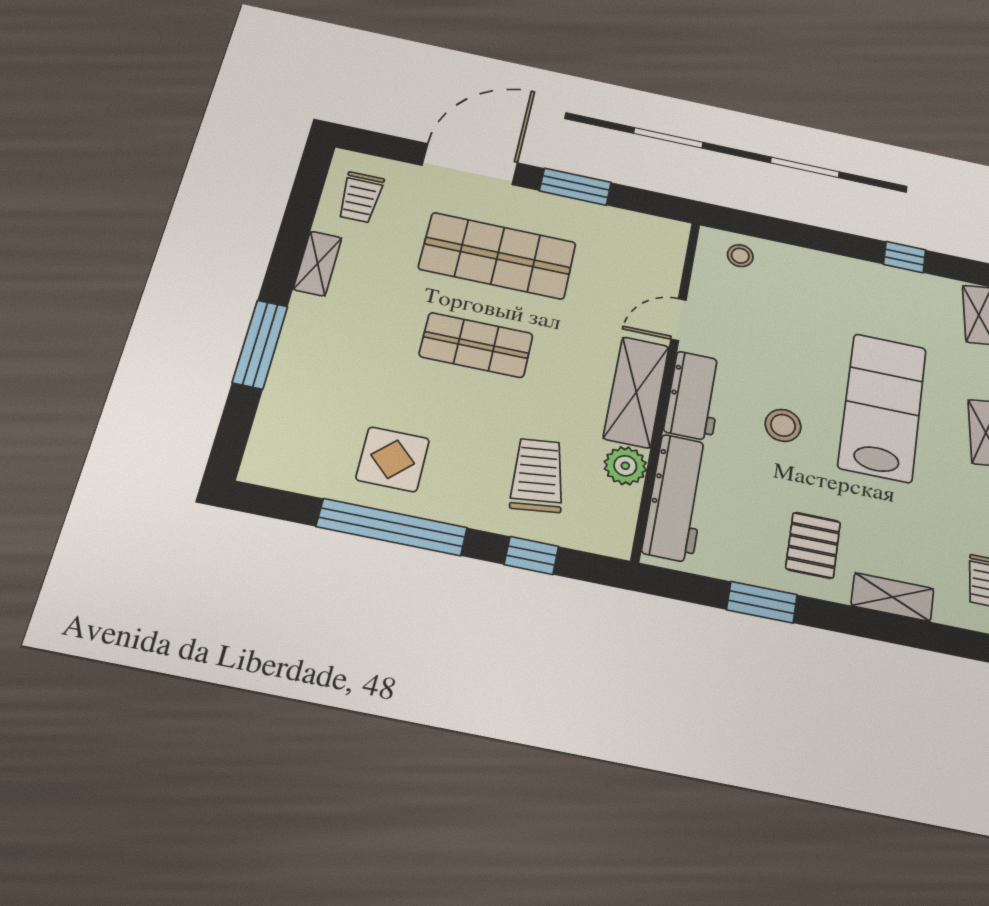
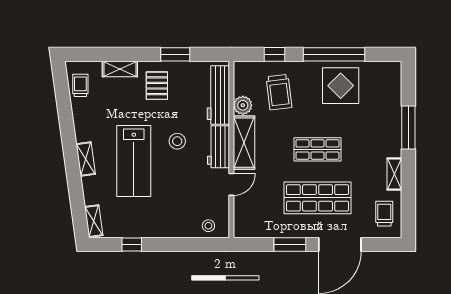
display table: (393, 459) -> (341, 86), width x1.36, depth x1.36

